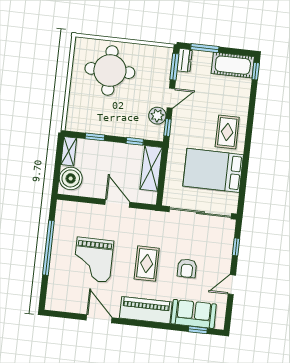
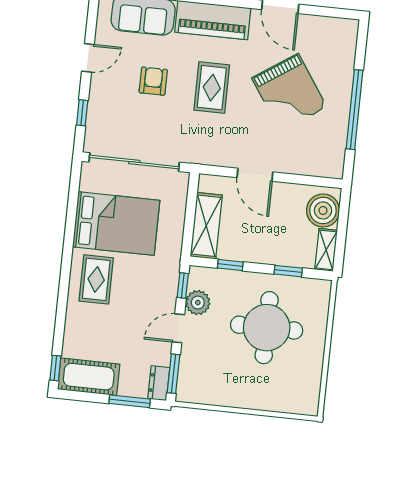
round table: (110, 71) -> (267, 328), moved
grand piano: (93, 260) -> (289, 93), turned 146

